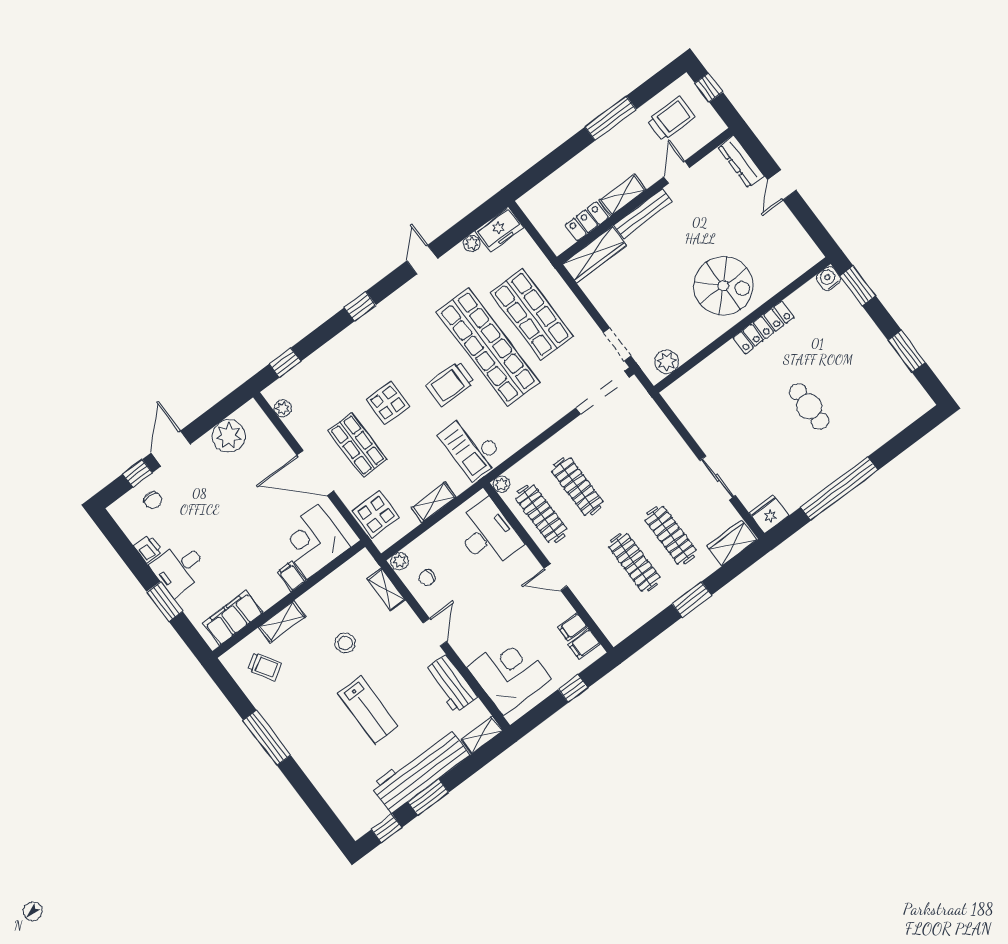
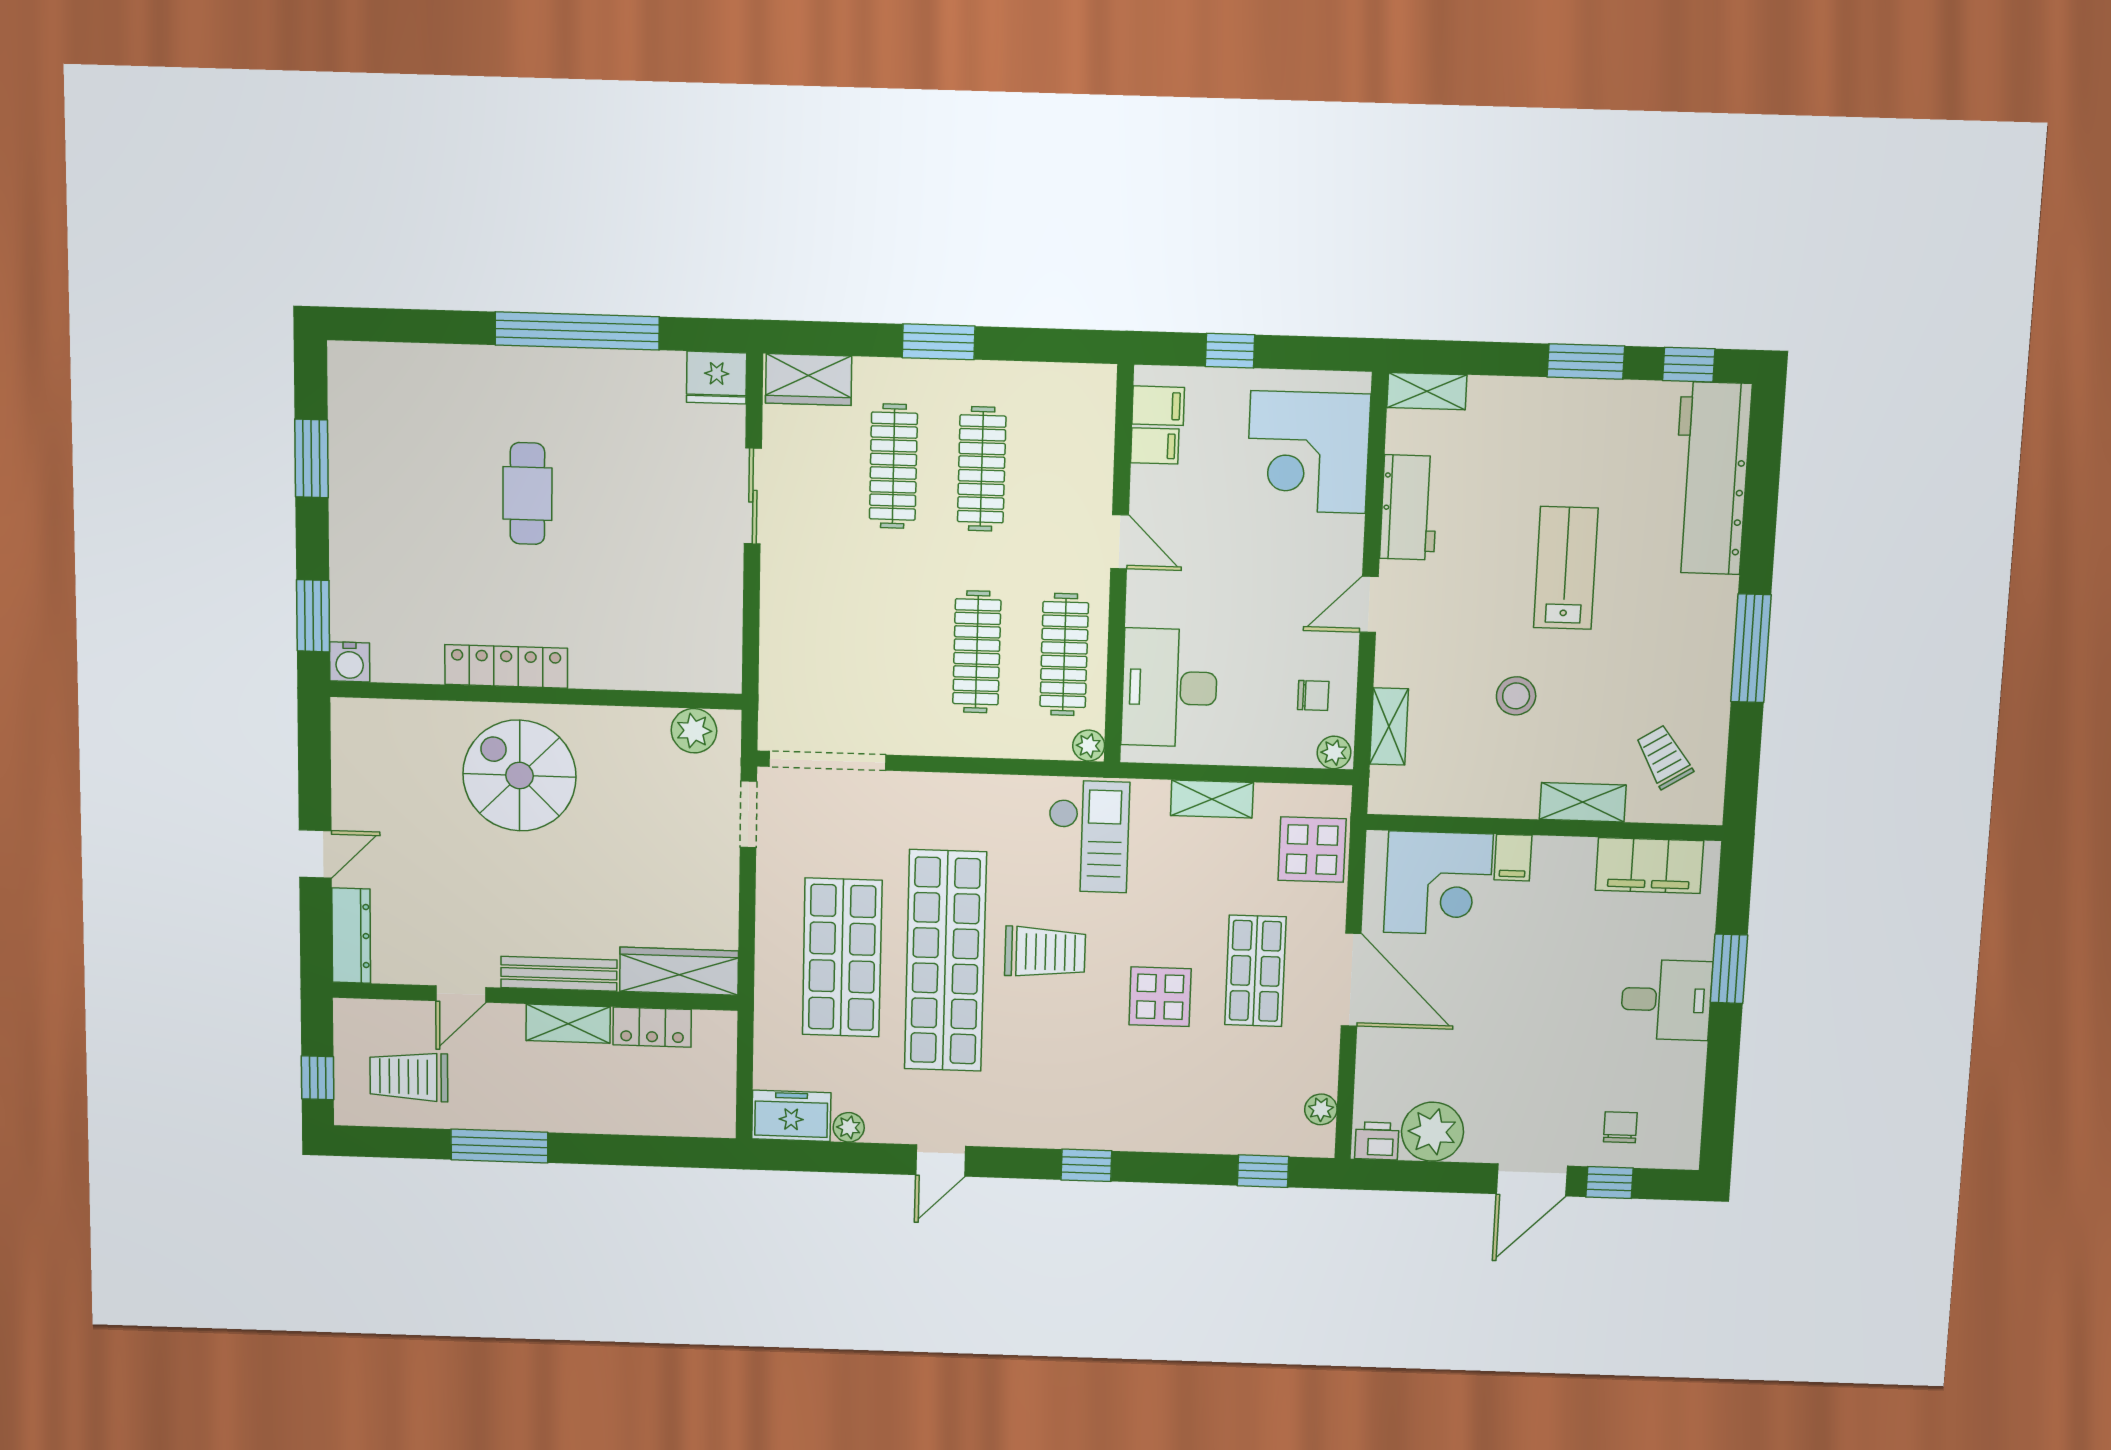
printer: (148, 549) -> (1377, 1141), moved, turned 90
workbench: (420, 770) -> (1711, 478), moved, turned 90

